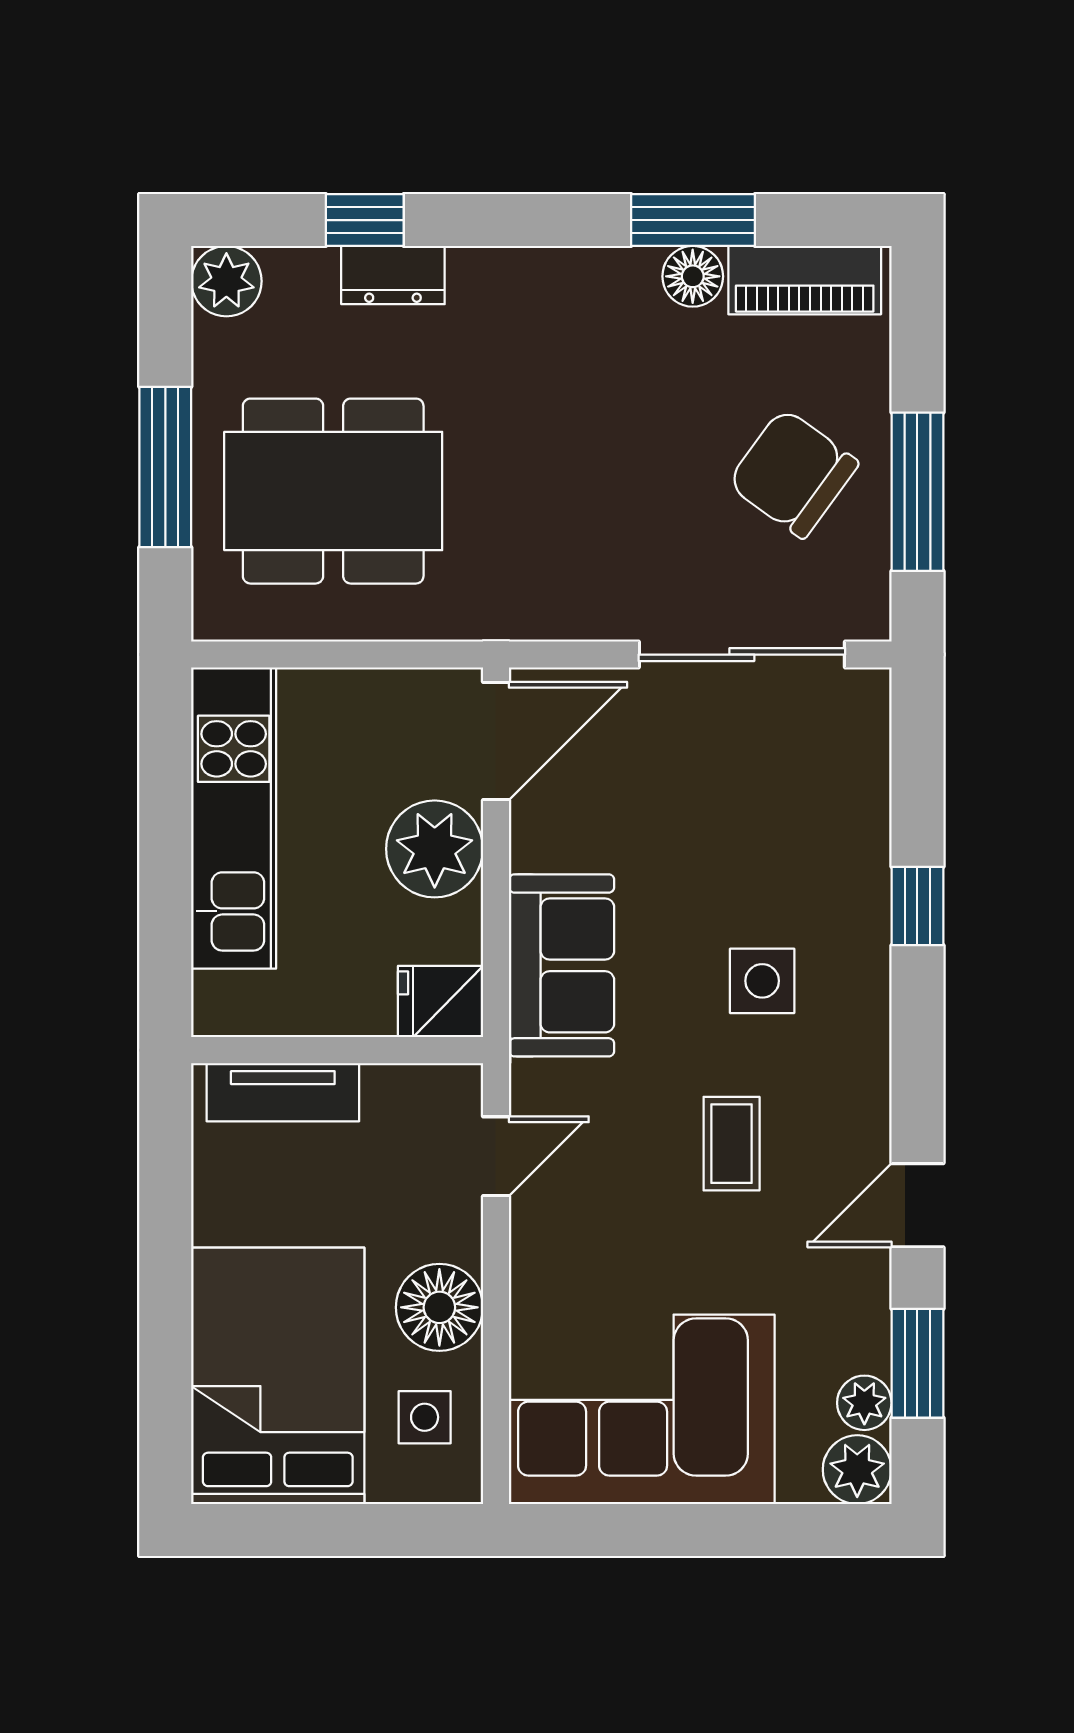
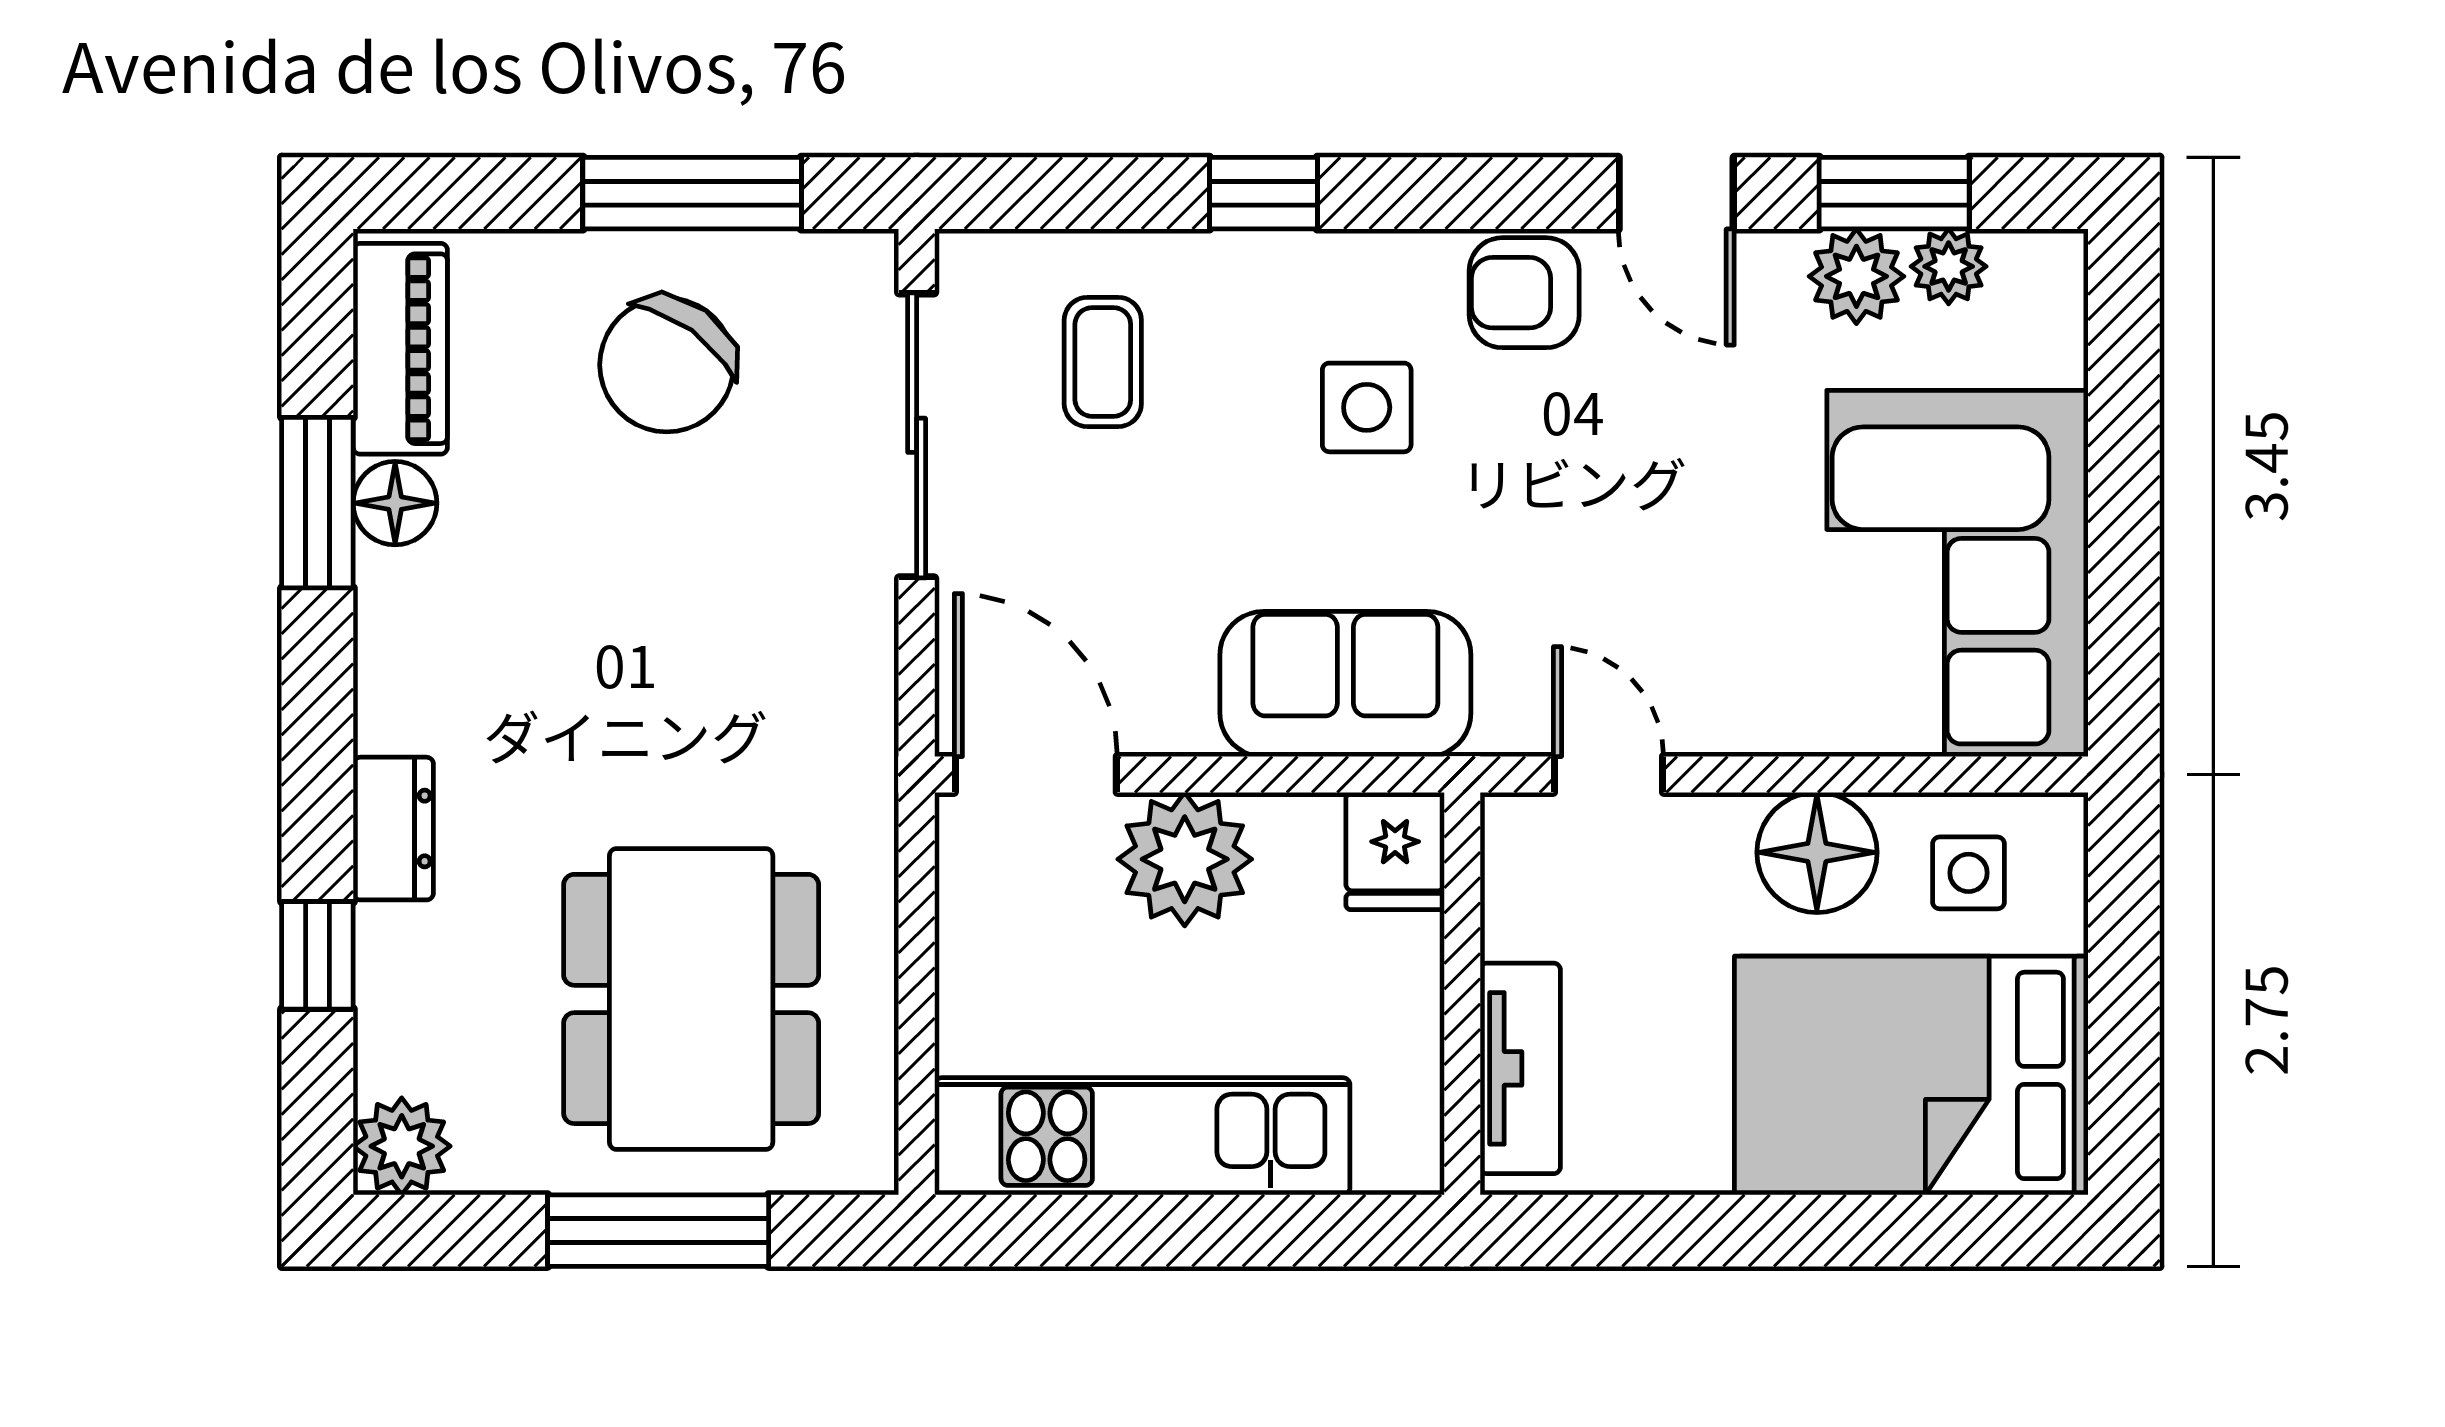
dresser: (393, 275) -> (393, 829), moved
armchair: (845, 1095) -> (1524, 293), added
coffee table: (732, 1144) -> (1103, 362), moved, turned 90
plant: (857, 1470) -> (1856, 276), moved

